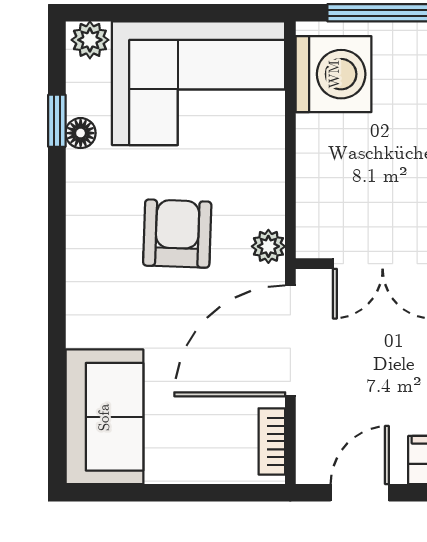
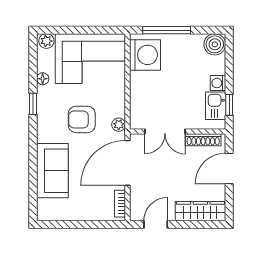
window: (57, 121) -> (33, 104), moved
armchair: (177, 234) -> (82, 119), turned -92
sofa: (104, 417) -> (52, 171), moved

